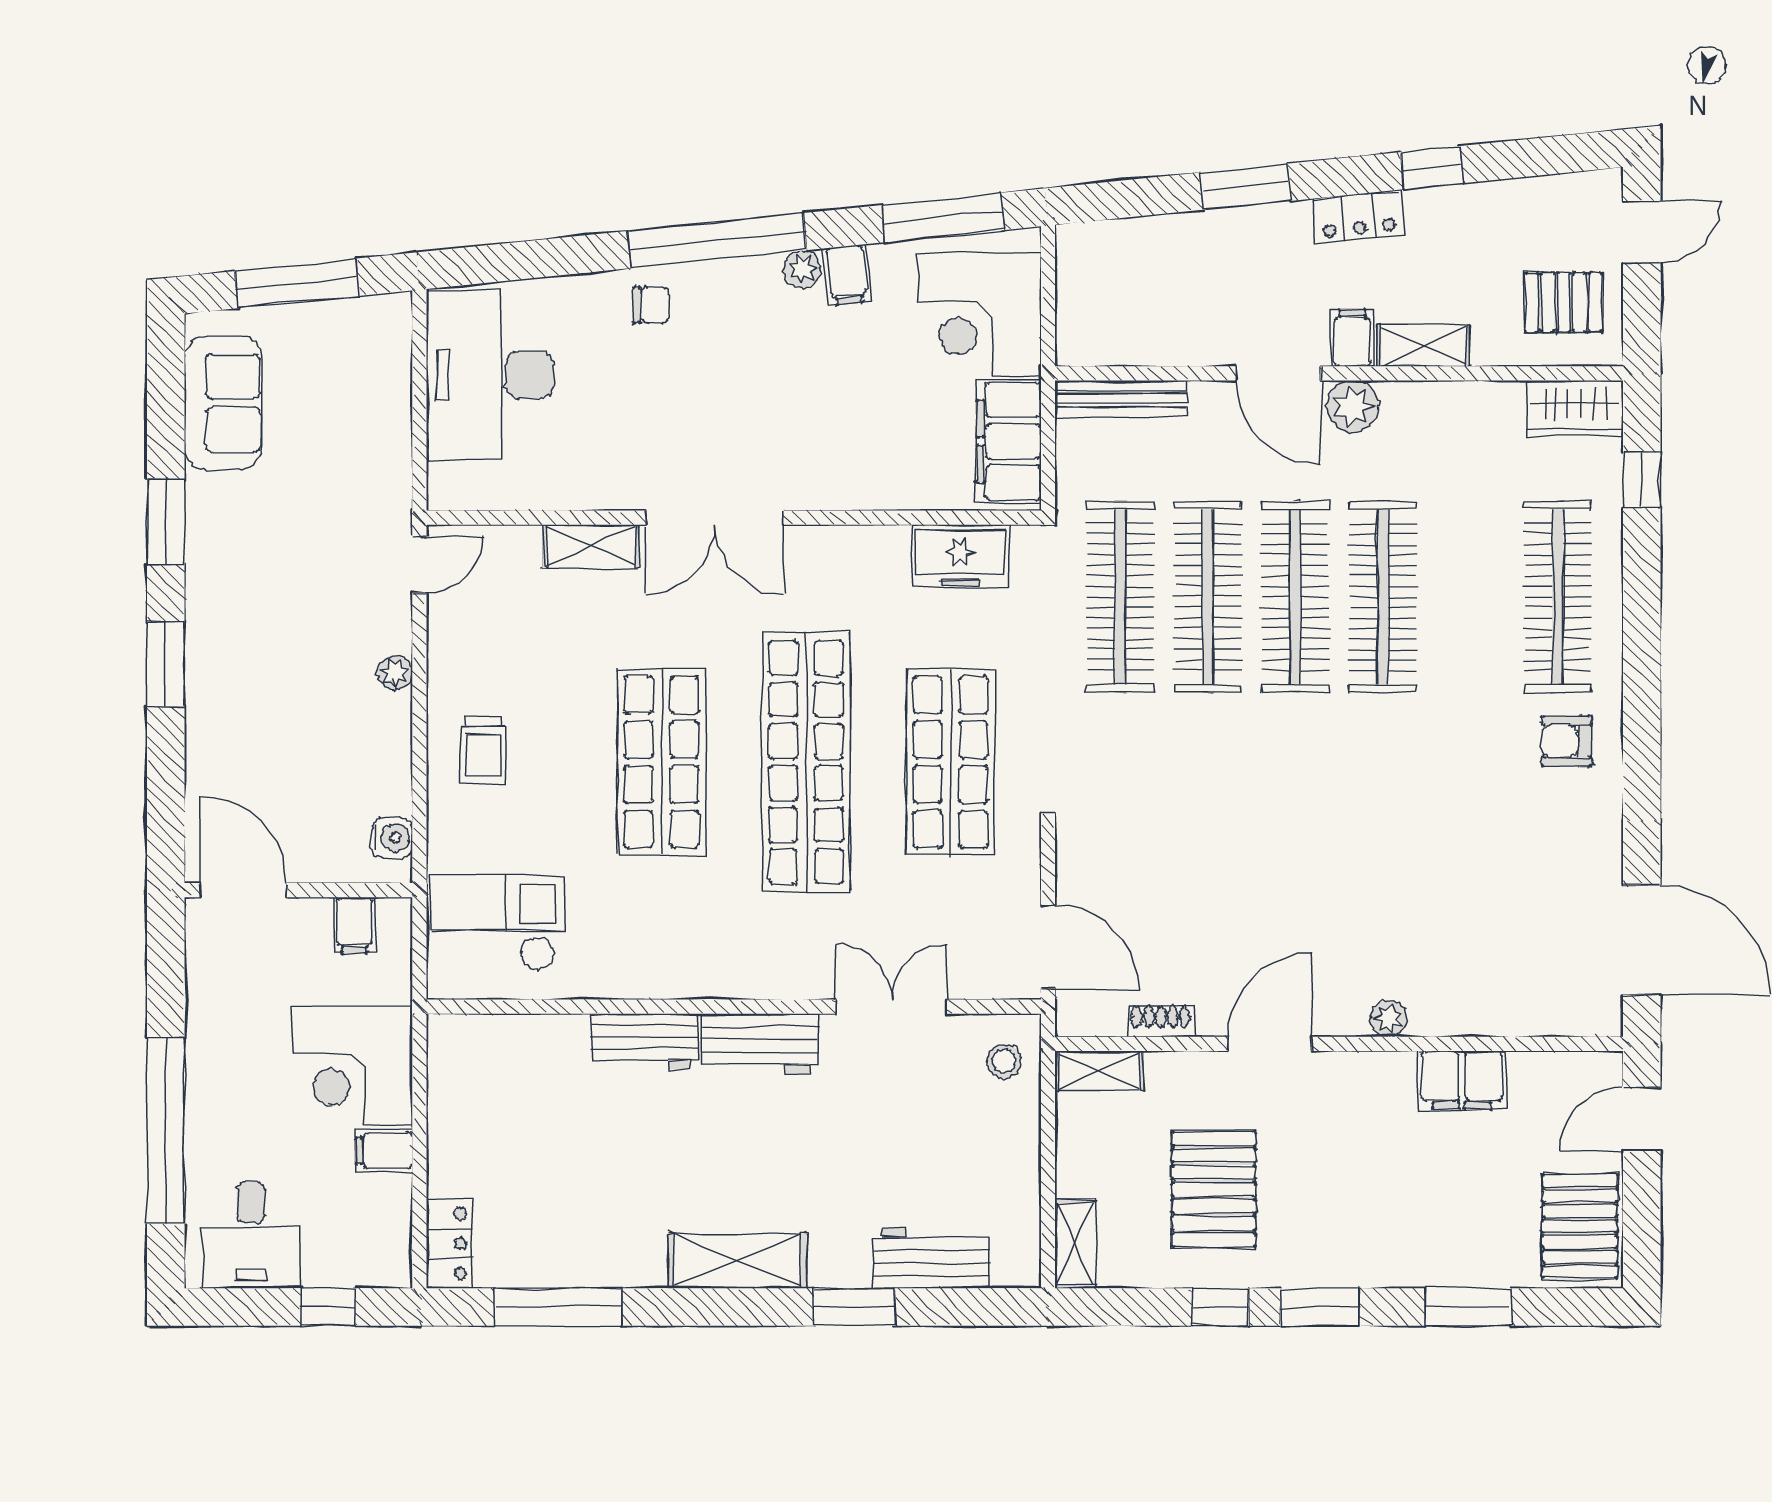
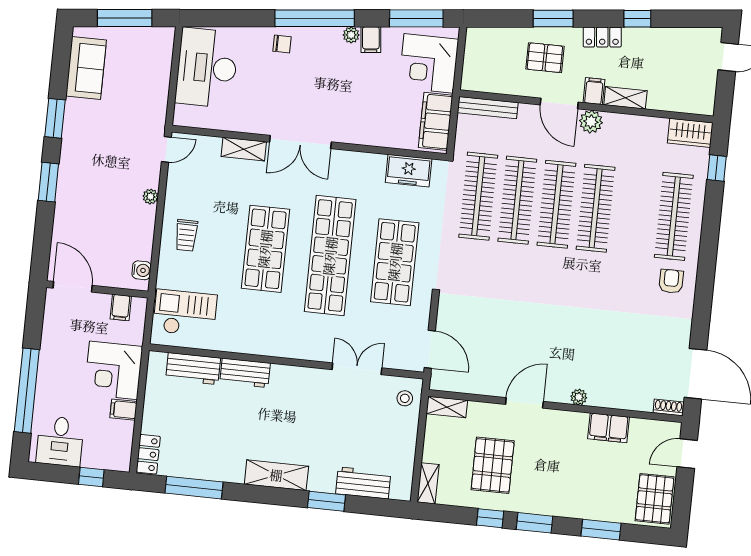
pallet: (1564, 302) -> (545, 58), moved
armchair: (1567, 741) -> (671, 281), turned 90
shoe rack: (1161, 1021) -> (668, 407), moved
workbench: (760, 1044) -> (193, 369), moved

